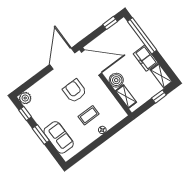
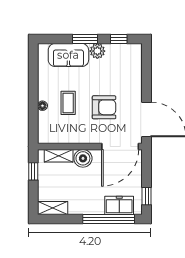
freezer: (146, 58) -> (119, 205), moved
window: (159, 97) -> (33, 171), moved
plant: (25, 98) -> (97, 51), moved

